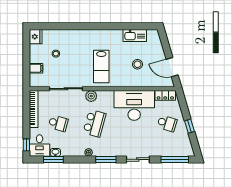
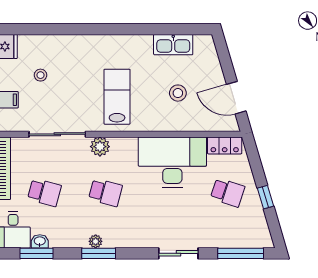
lab bench: (101, 66) -> (117, 97), turned 180
school desk: (94, 123) -> (105, 192), width x0.54
window: (106, 159) -> (99, 253), moved

